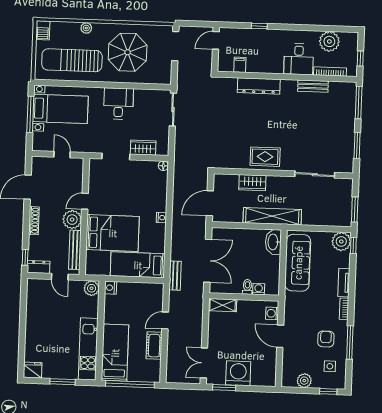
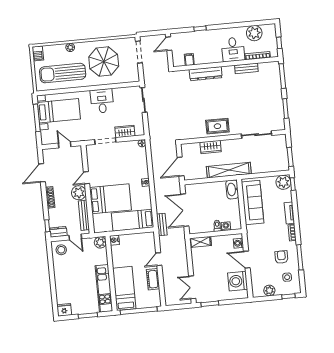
double door: (208, 261) -> (185, 210), swing flipped
stool: (39, 291) -> (61, 250), added
washing machine: (238, 373) -> (238, 281), moved, turned -90

